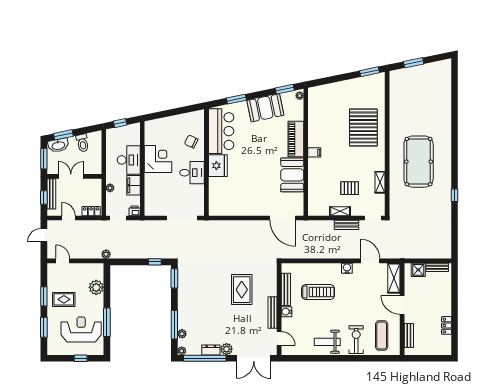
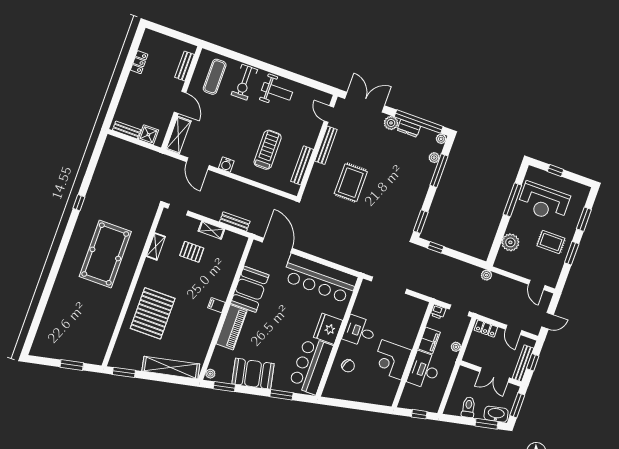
shelving: (333, 89) -> (171, 368), added
bar counter: (239, 204) -> (320, 279), added
bench: (346, 225) -> (235, 222), moved
treadmill: (318, 292) -> (268, 150), turned 90
water cooler: (286, 312) -> (310, 141), removed

